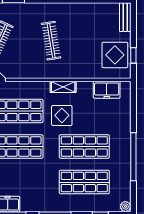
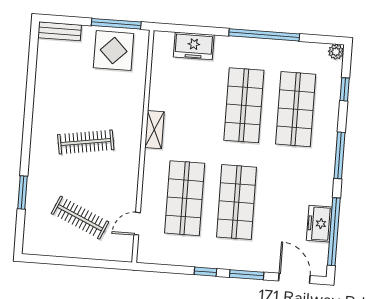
window: (133, 55) -> (116, 24), width x2.17
freezer: (107, 90) -> (194, 46), moved, turned 90
display table: (62, 115) -> (196, 135), removed

